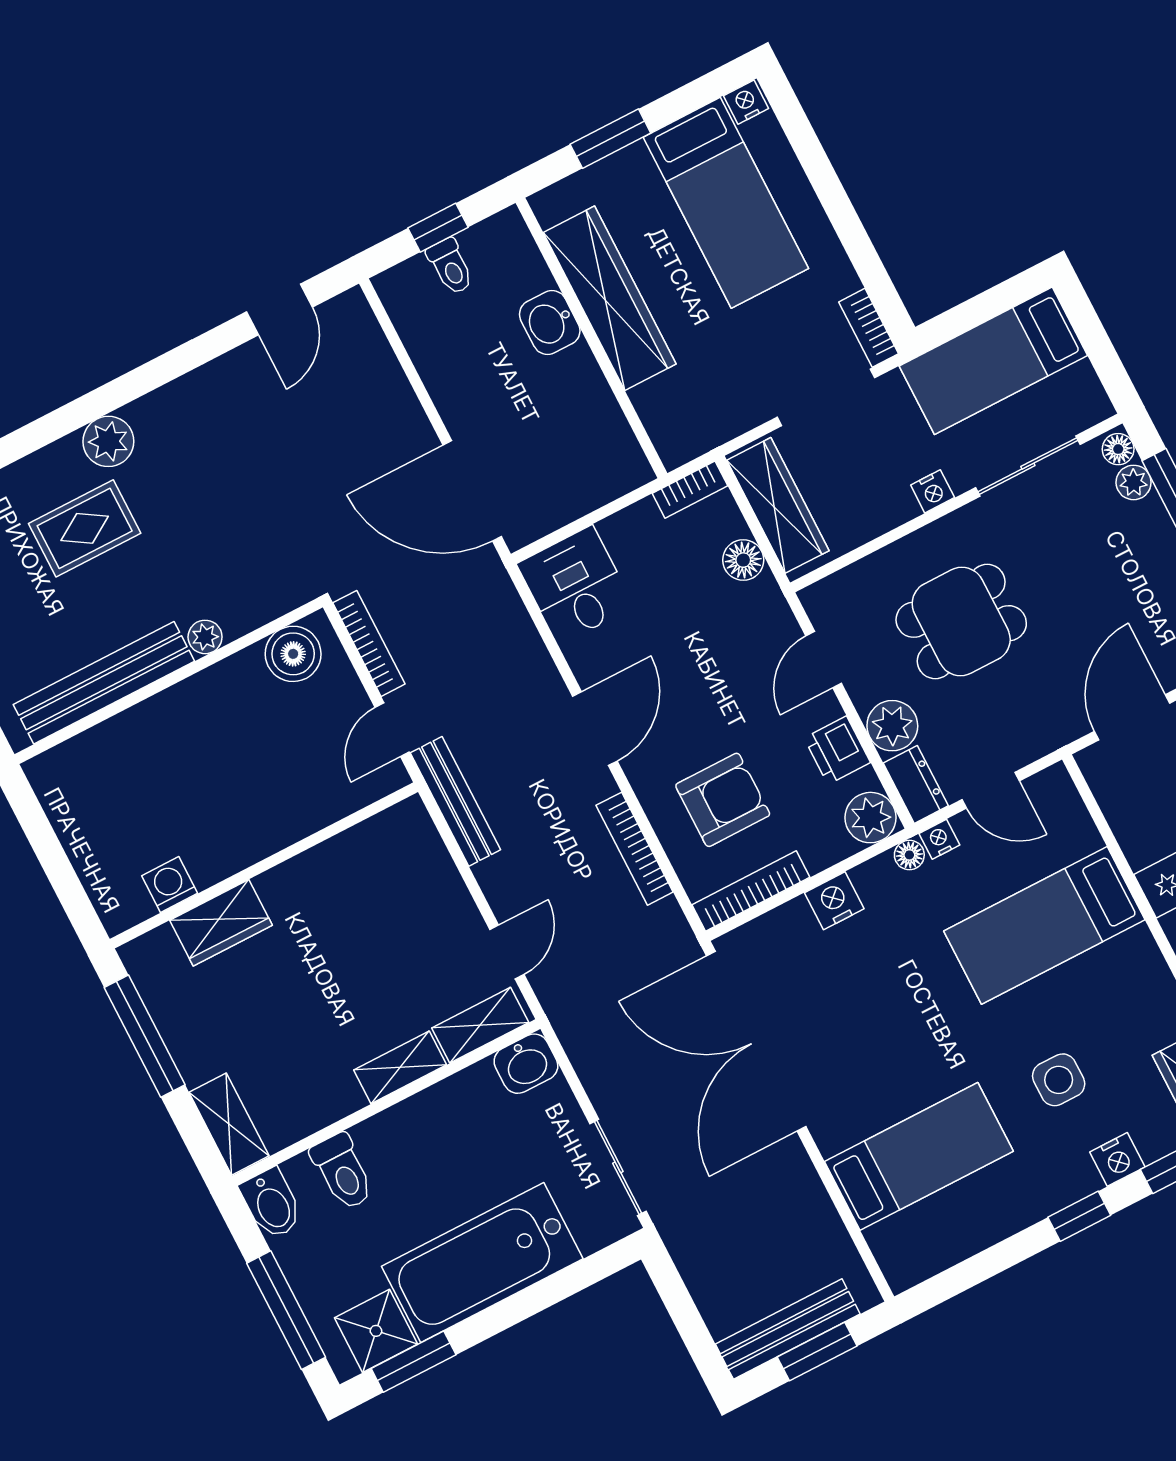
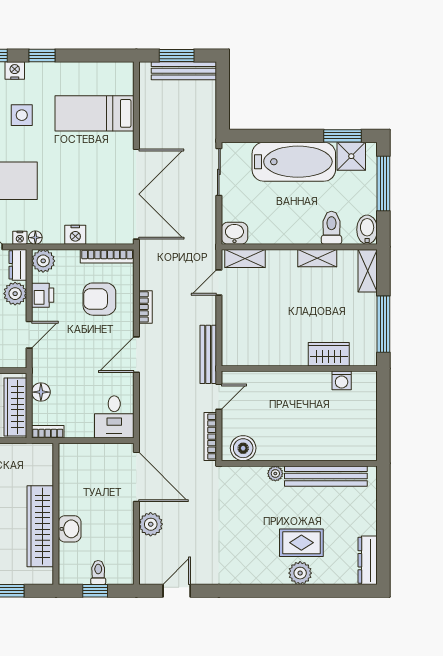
plant: (397, 413) -> (151, 524), added
plant: (108, 441) -> (300, 573), moved
bookcase: (635, 849) -> (145, 307), width x0.64
shelving: (400, 1067) -> (317, 258), moved

